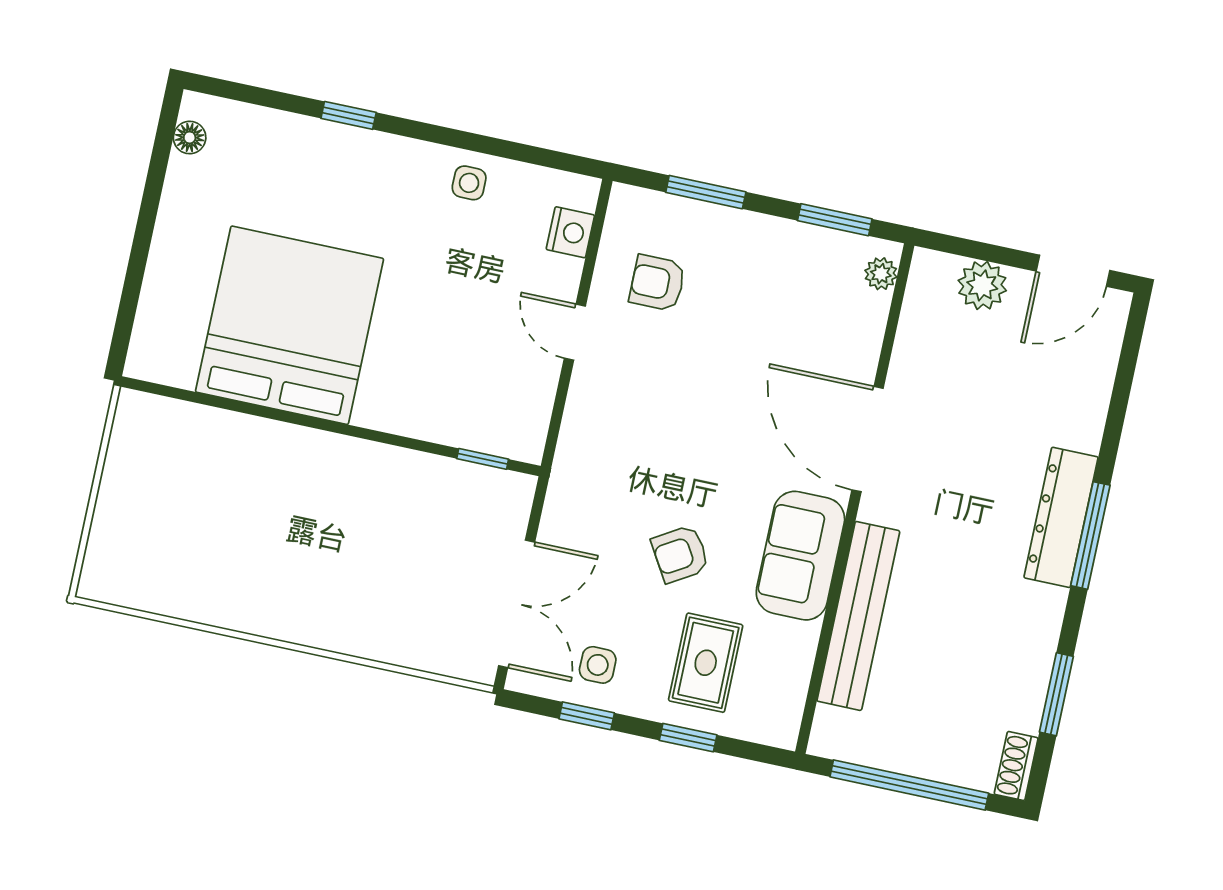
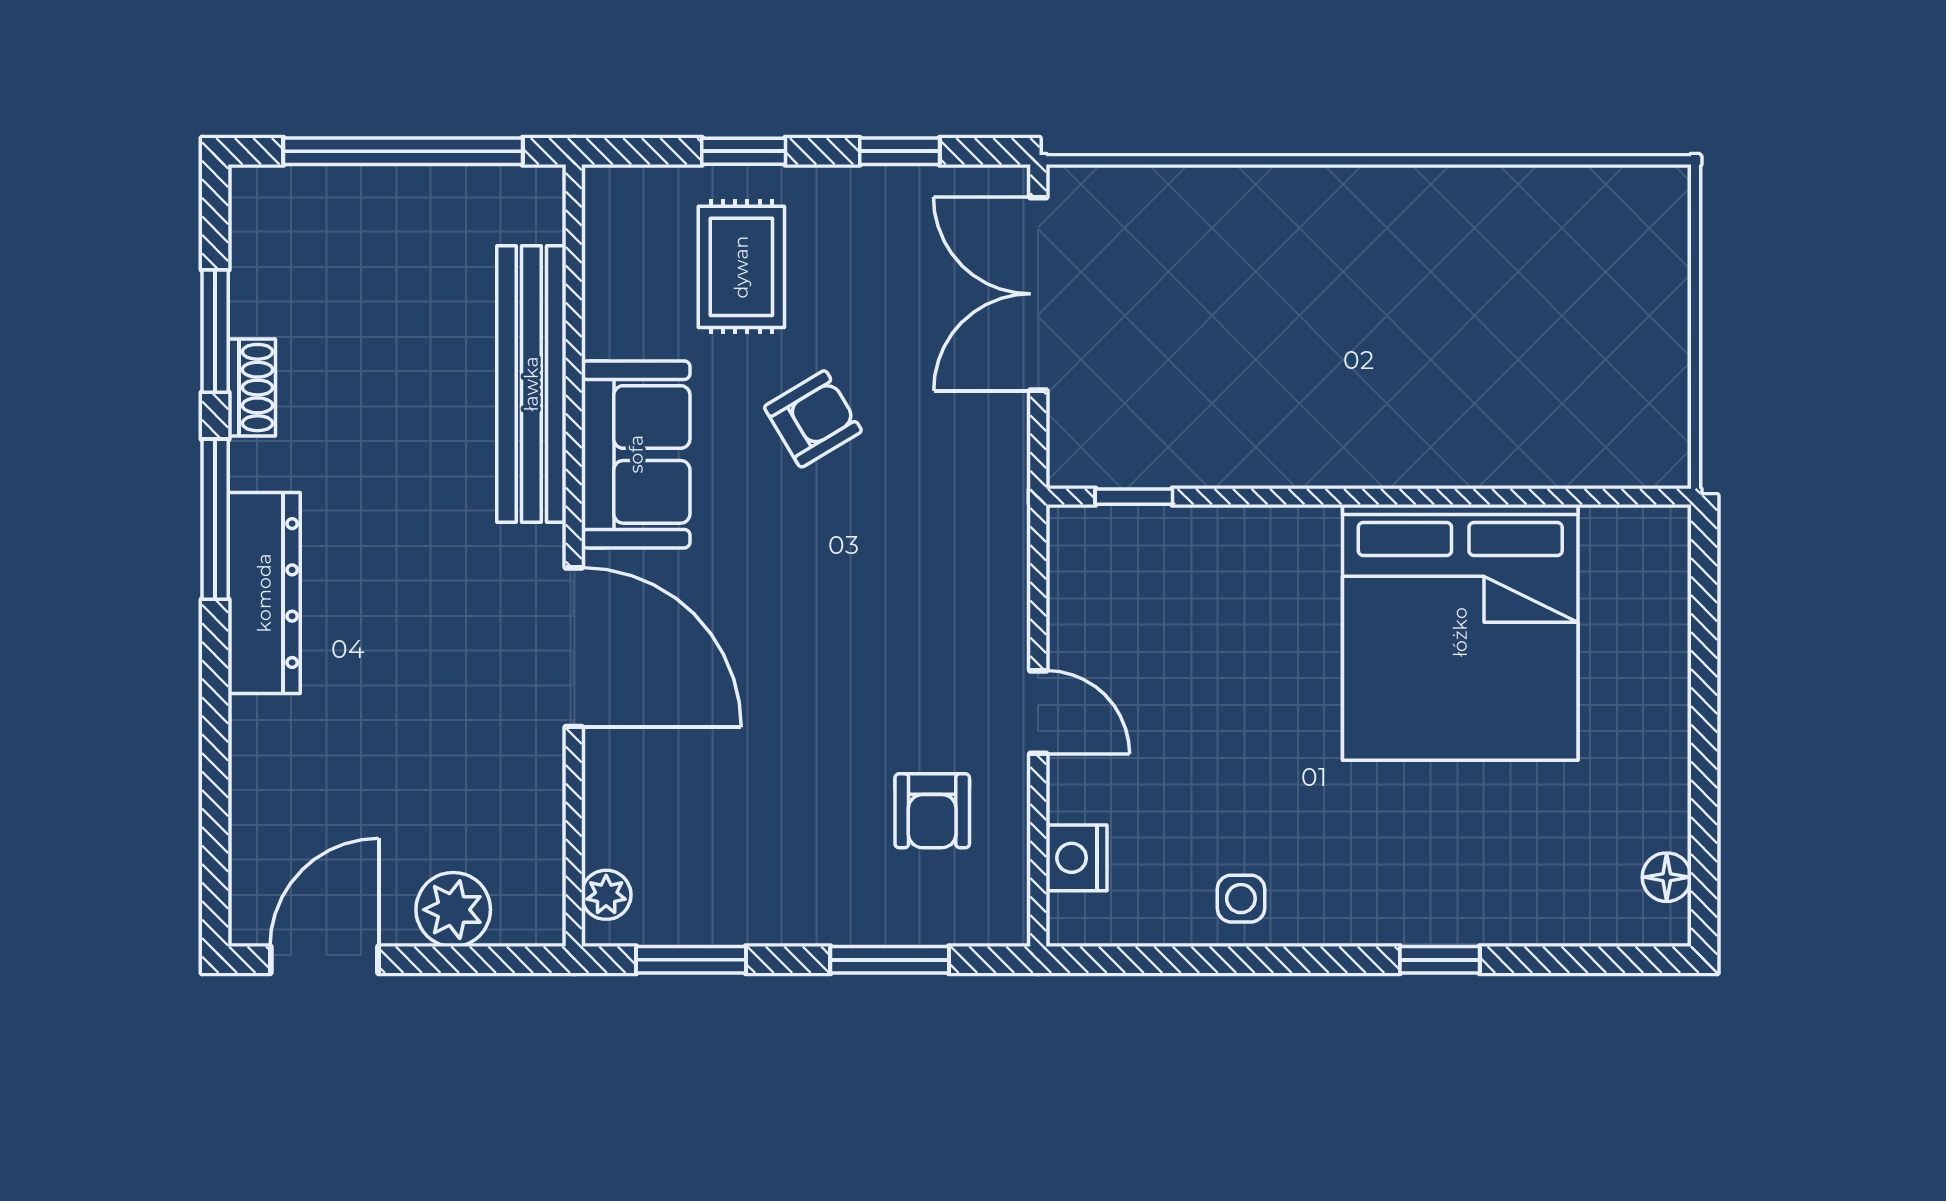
armchair: (657, 283) -> (932, 811), turned 90
window: (1090, 535) -> (215, 519), moved
side table: (598, 665) -> (900, 230), removed
shoe rack: (1016, 766) -> (252, 388), moved

